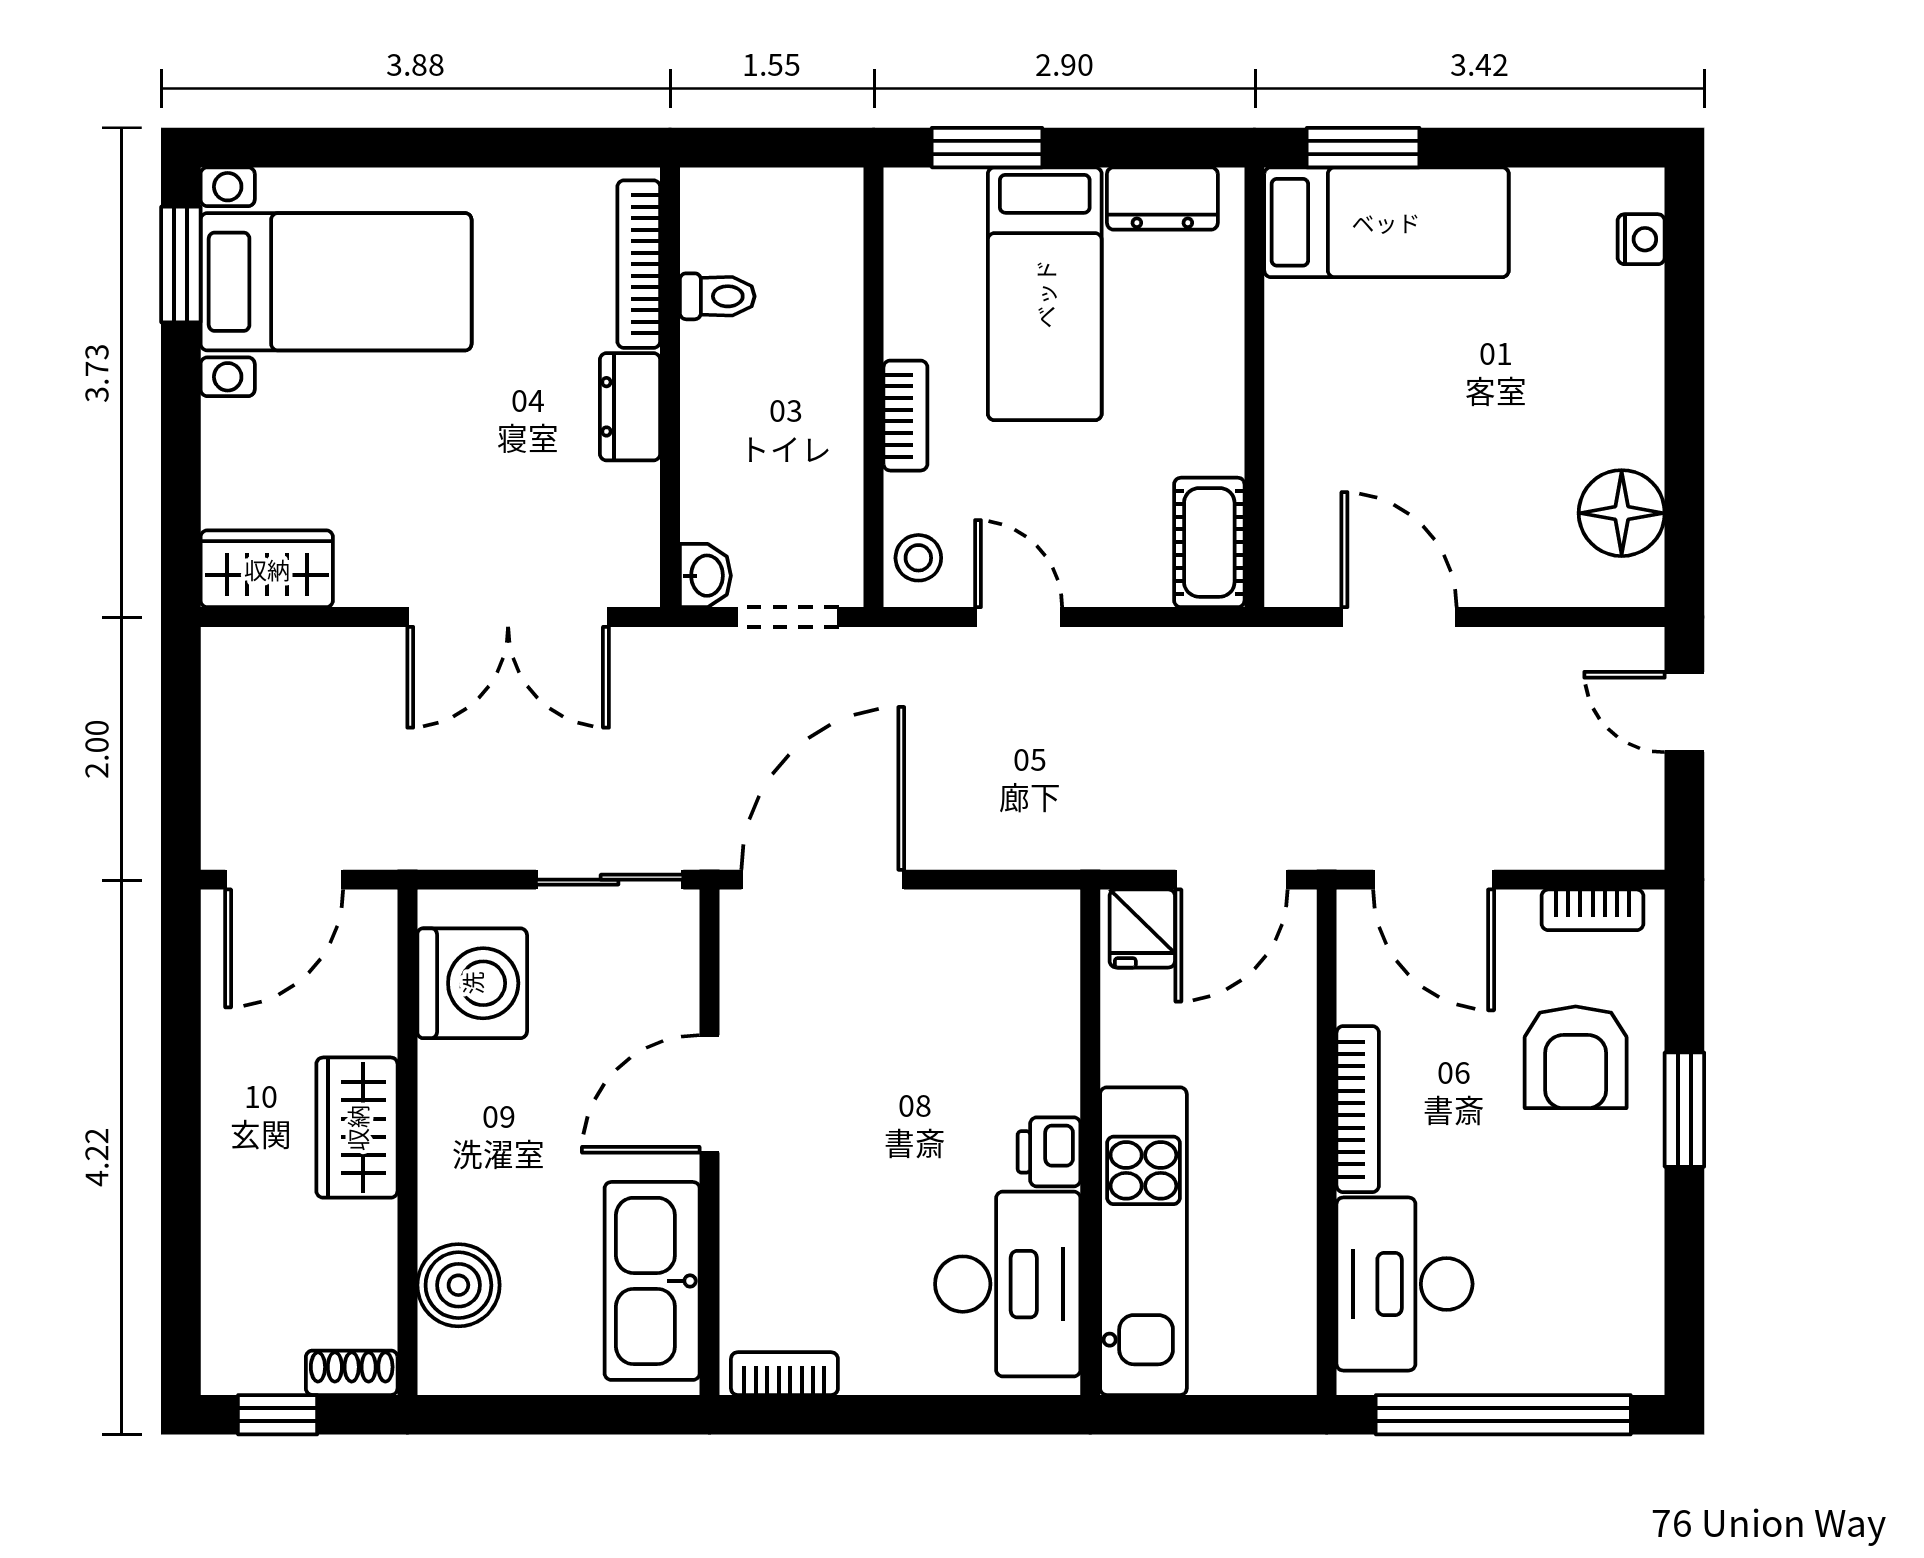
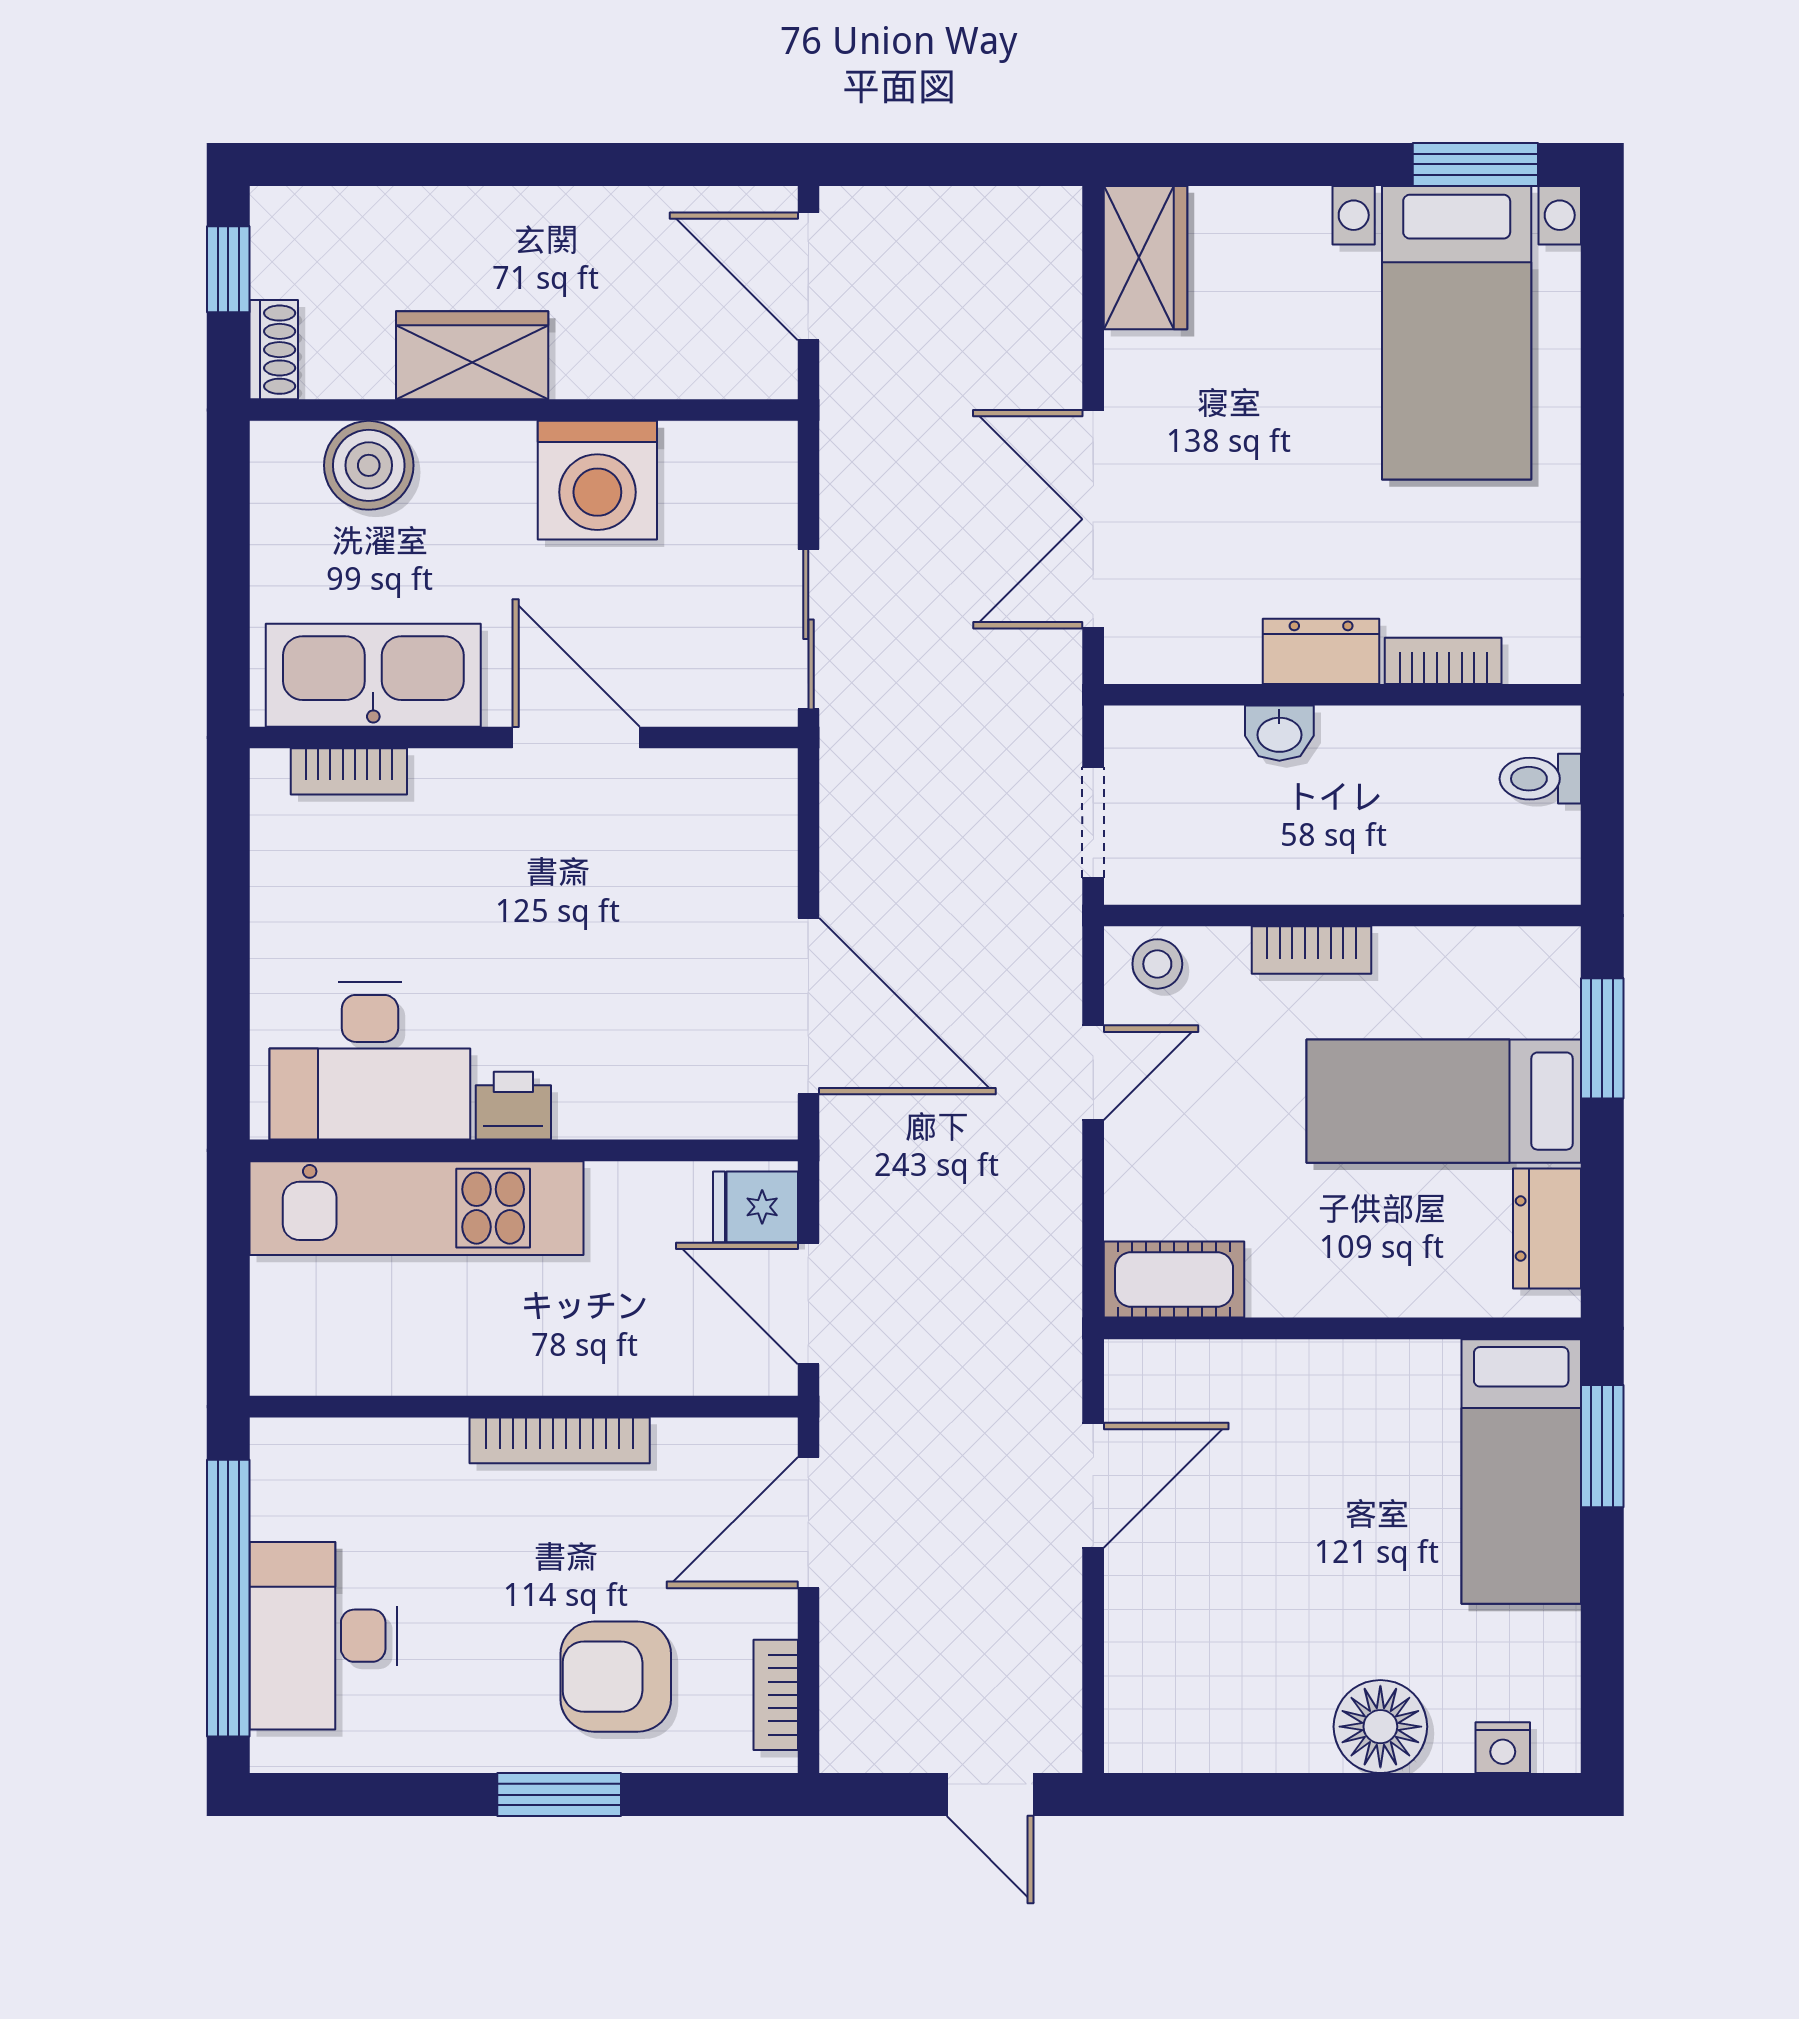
bookcase: (639, 264) -> (1443, 661), width x0.64
toilet: (717, 296) -> (1540, 779), moved, turned 90
floor lamp: (1622, 513) -> (1380, 1727), moved
washbasin: (705, 576) -> (1279, 733), moved
door: (1684, 712) -> (990, 1795), swing flipped
door: (823, 880) -> (808, 1006), moved
washing machine: (472, 983) -> (597, 480), moved
wardrobe: (357, 1128) -> (472, 355), moved
desk: (1404, 1284) -> (323, 1636), moved, turned -90
bookcase: (784, 1374) -> (349, 771), moved, turned 90

